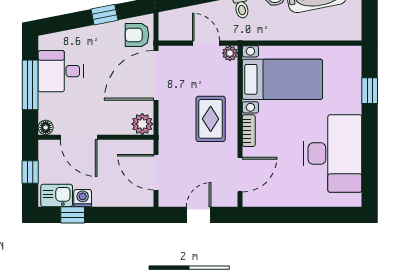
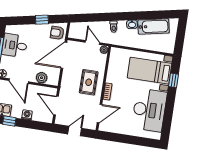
bed with nightstands: (282, 79) -> (150, 71), moved, turned 180
plant: (142, 124) -> (42, 78), moved
washing machine: (83, 198) -> (27, 115), moved

